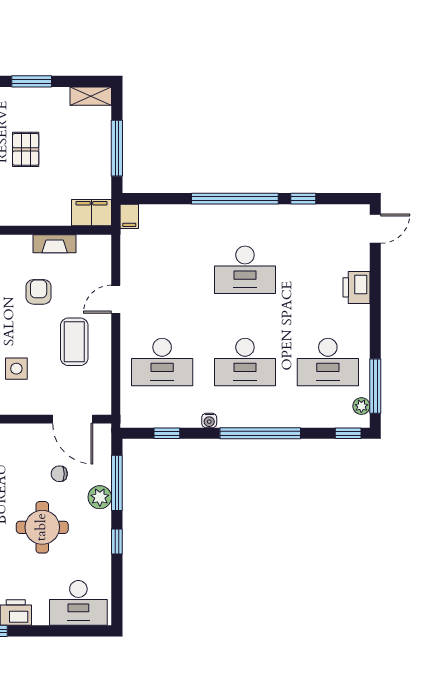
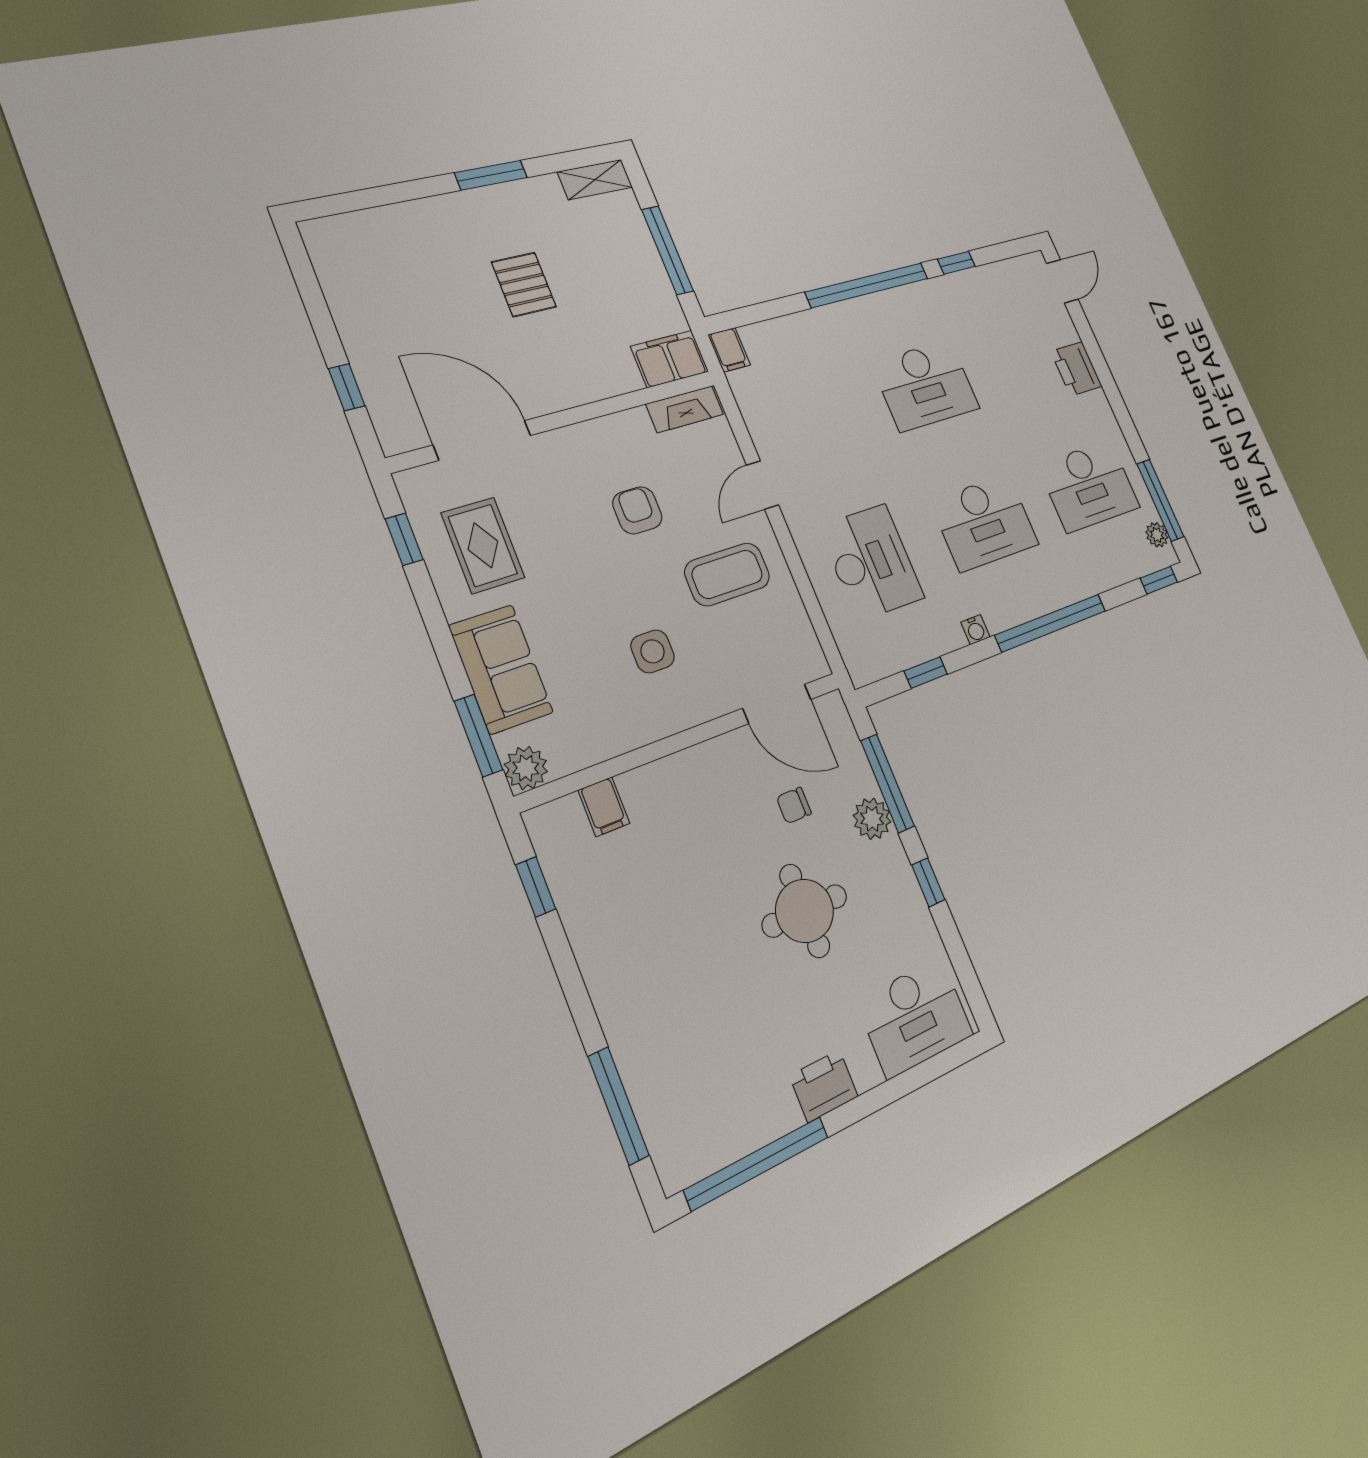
fireplace: (55, 244) -> (685, 409), moved
coffee table: (74, 342) -> (727, 574), turned 90
desk: (162, 362) -> (871, 562), turned -90

